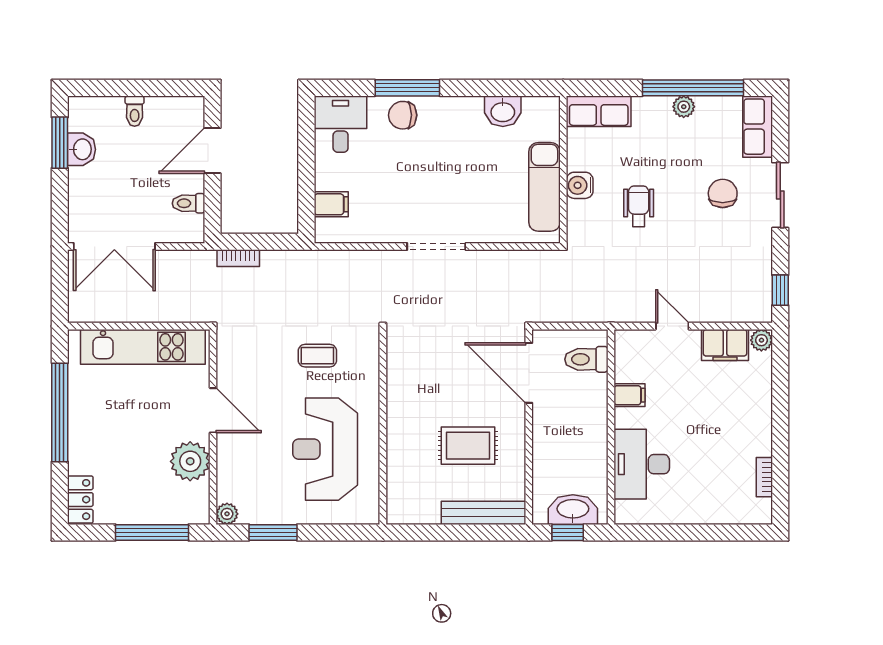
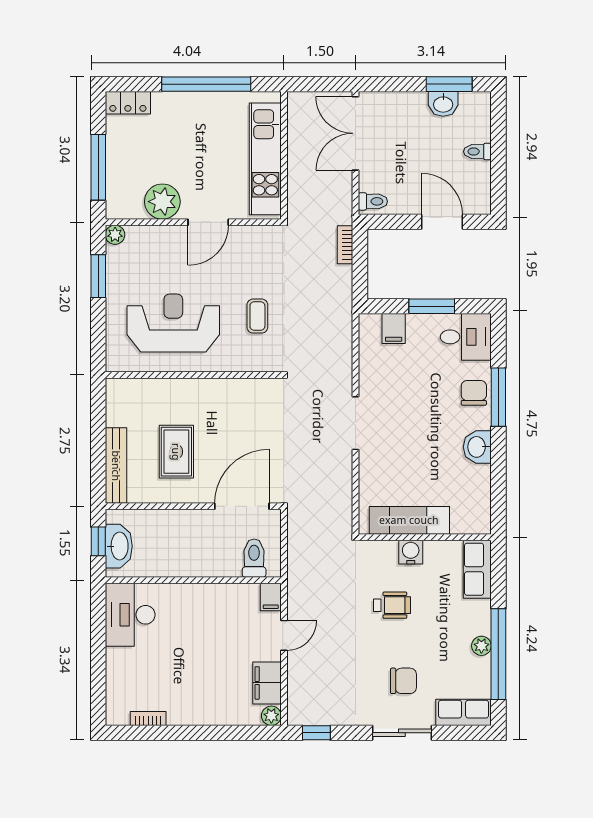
washbasin: (503, 111) -> (477, 447), moved
window: (306, 162) -> (432, 306), added
toilet: (189, 203) -> (373, 201), moved, turned 90
filing cabinet: (630, 395) -> (271, 597), moved
desk: (642, 464) -> (130, 615), moved, turned -90

